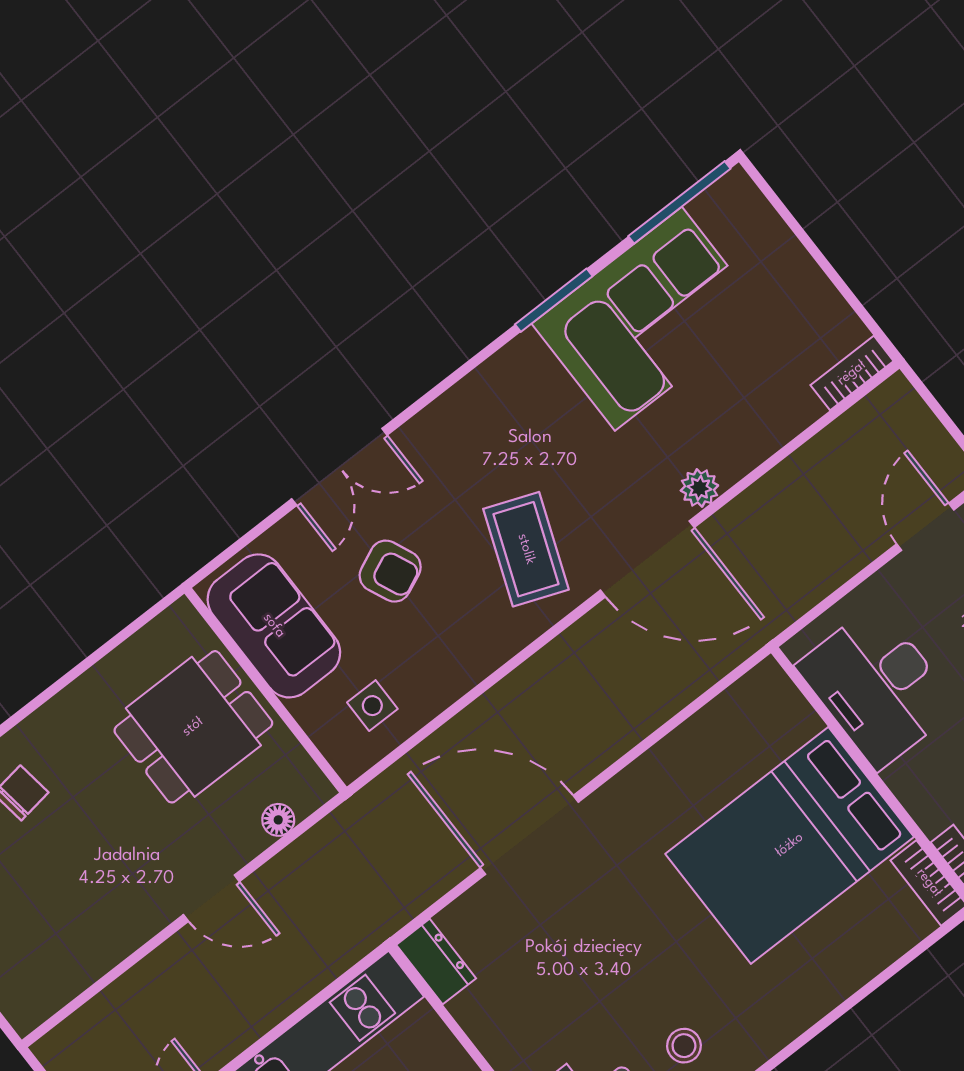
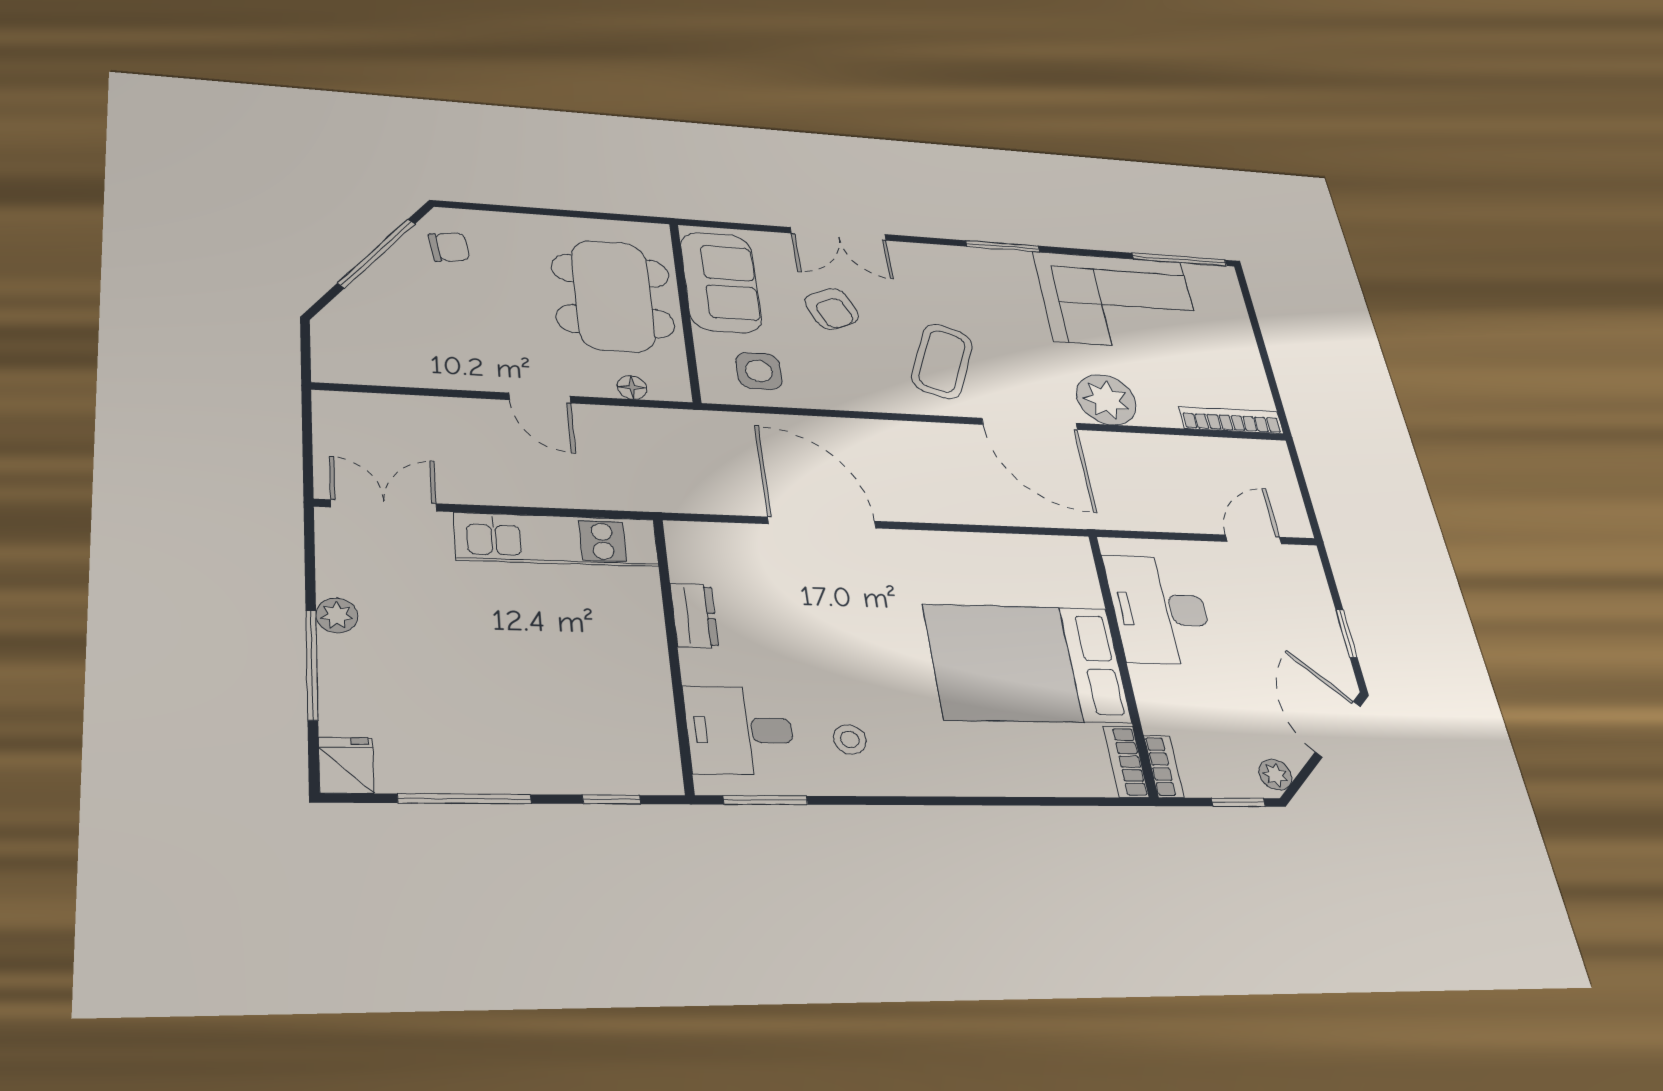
window: (554, 300) -> (1003, 246), moved
bookcase: (852, 373) -> (1231, 420), width x1.56
plant: (699, 488) -> (1106, 400), width x1.88, depth x1.88
side table: (372, 706) -> (759, 371), width x1.37, depth x1.37
dining table: (193, 727) -> (613, 296), width x1.38
dresser: (436, 962) -> (694, 616), moved

